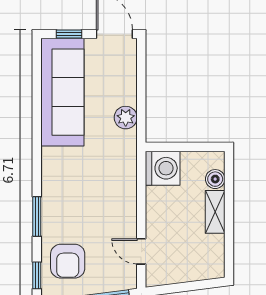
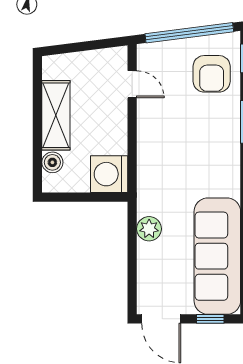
shelving: (215, 212) -> (56, 115), width x1.50, depth x1.33
armchair: (68, 261) -> (212, 74), turned 180

